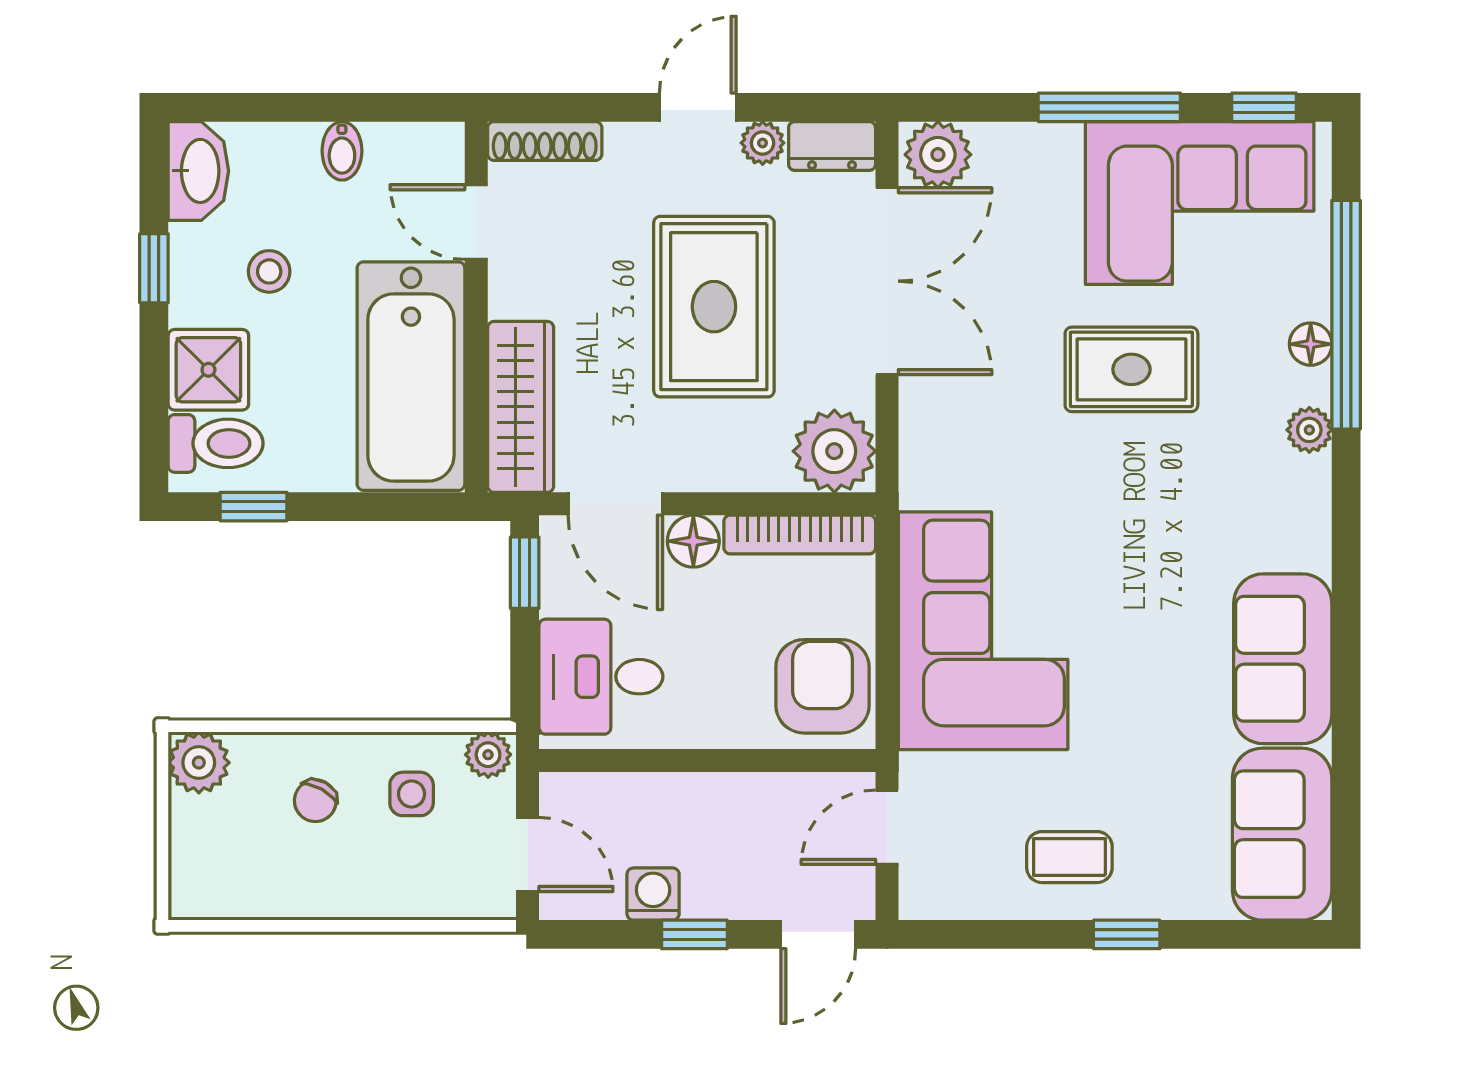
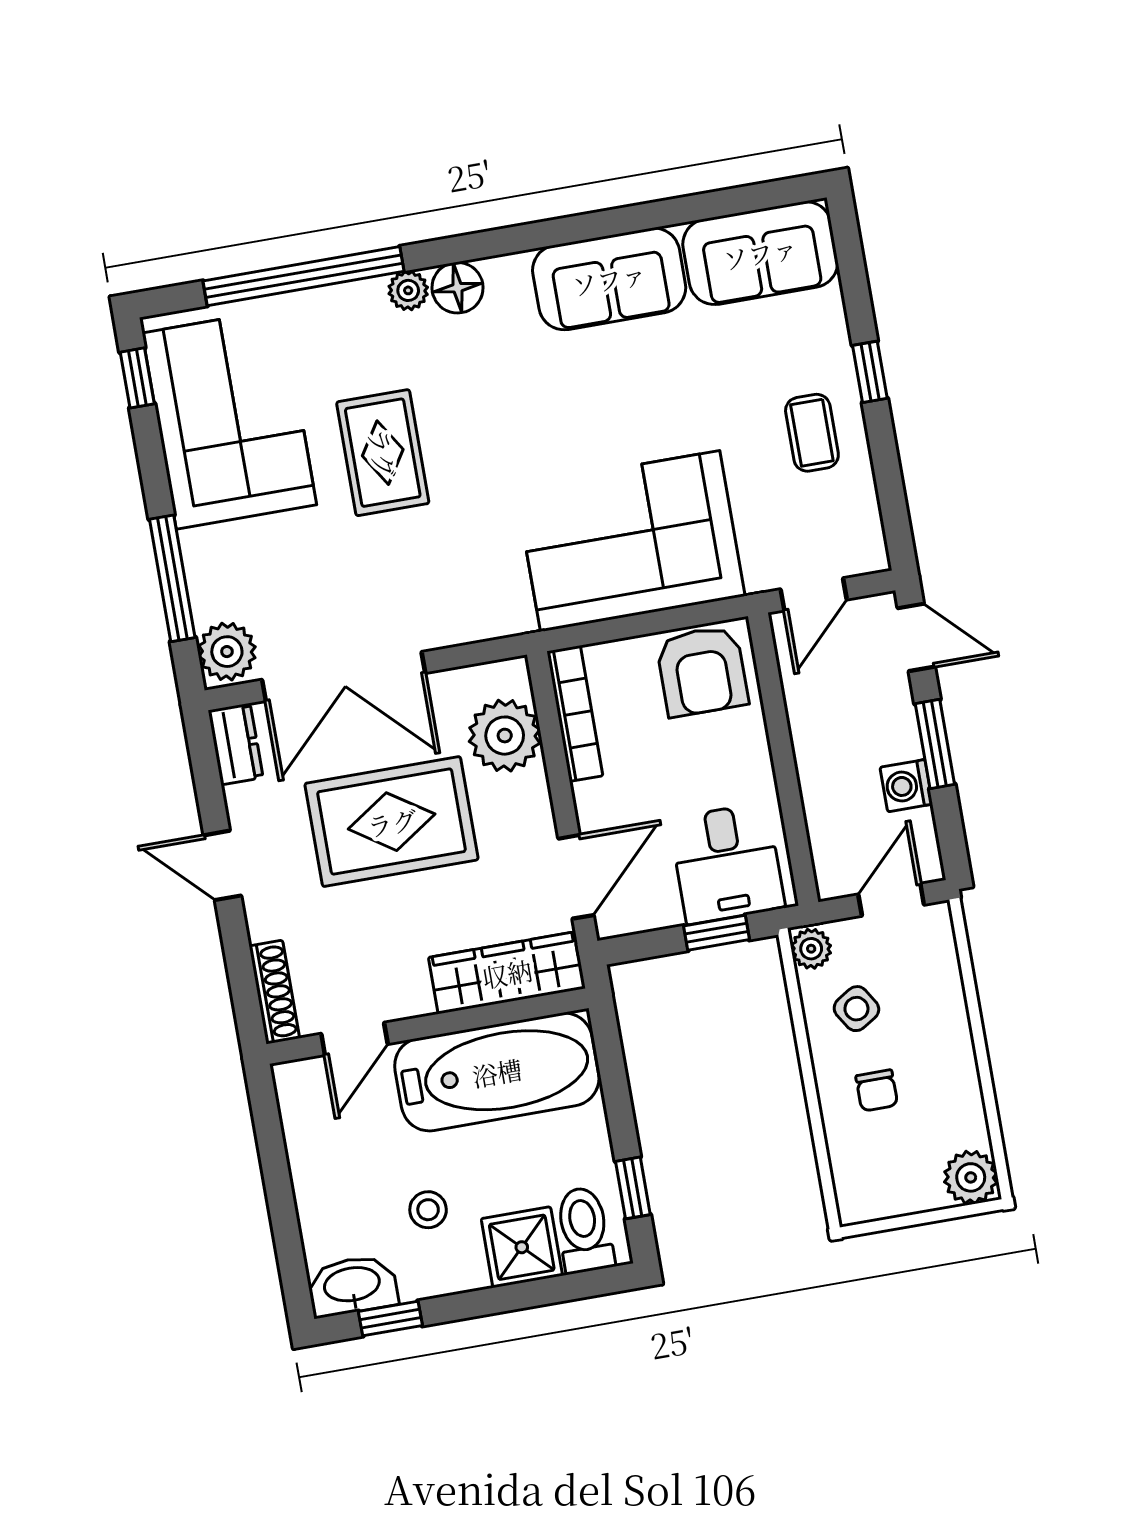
window: (1109, 107) -> (172, 578), moved
plant: (763, 143) -> (243, 804), removed
bidet: (342, 151) -> (313, 1165), removed
window: (154, 268) -> (390, 1319), moved
double door: (887, 281) -> (344, 676), swing flipped
floor lamp: (1311, 344) -> (457, 288), moved, width x1.37, depth x1.37
plant: (834, 451) -> (505, 736), moved
floor lamp: (693, 541) -> (596, 804), removed
window: (525, 573) -> (716, 933), moved
armchair: (822, 686) -> (702, 671), turned -90
plant: (199, 763) -> (971, 1177), moved
side table: (412, 794) -> (856, 1009), turned -32
chair: (315, 801) -> (877, 1090), turned 61
door: (887, 827) -> (814, 594), hinge flipped
window: (694, 934) -> (935, 744), width x1.50

